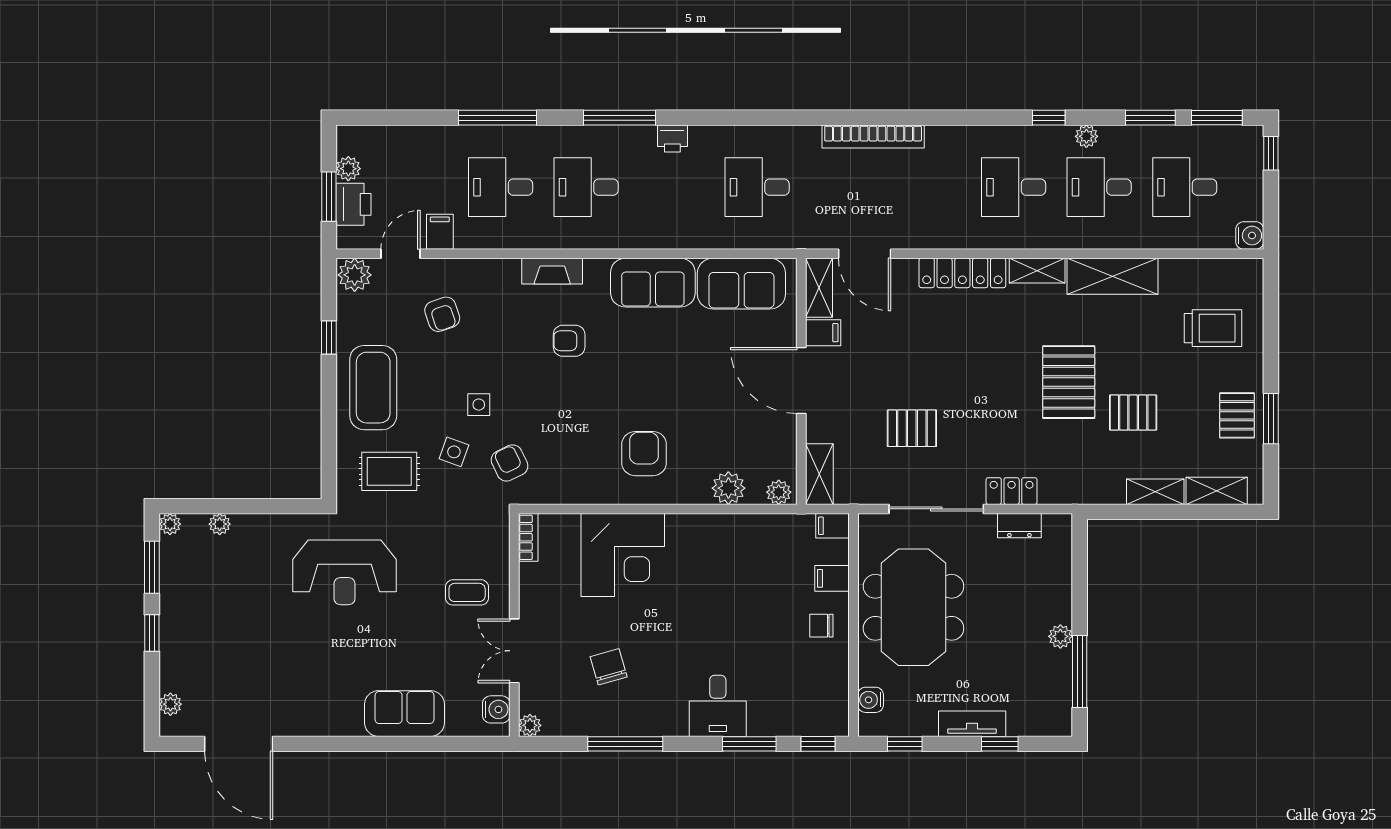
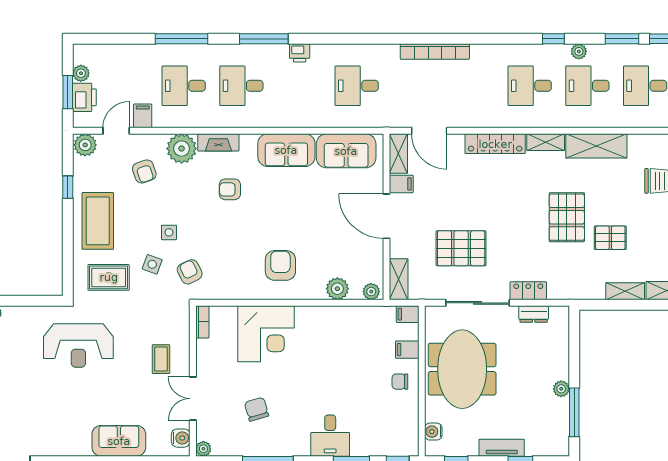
plant: (497, 280) -> (182, 149), added
pallet: (912, 428) -> (461, 248), width x1.50, depth x1.42
coffee table: (467, 592) -> (161, 359), turned 90

